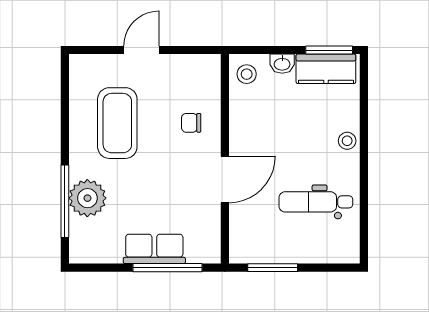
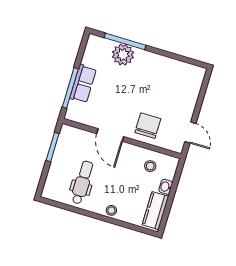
door: (141, 50) -> (190, 133), moved
window: (329, 50) -> (165, 216), removed
stool: (247, 74) -> (150, 166), moved
coffee table: (117, 123) -> (160, 84), removed
chair: (191, 123) -> (148, 126), width x1.87, depth x1.87

